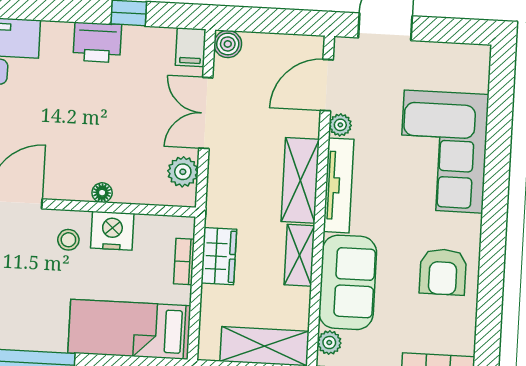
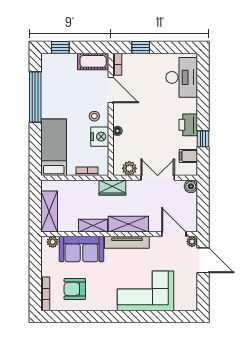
filing cabinet: (191, 47) -> (188, 156), moved
plant: (340, 125) -> (192, 242), moved
wardrobe: (219, 256) -> (112, 188), moved
armchair: (443, 272) -> (75, 289), moved

